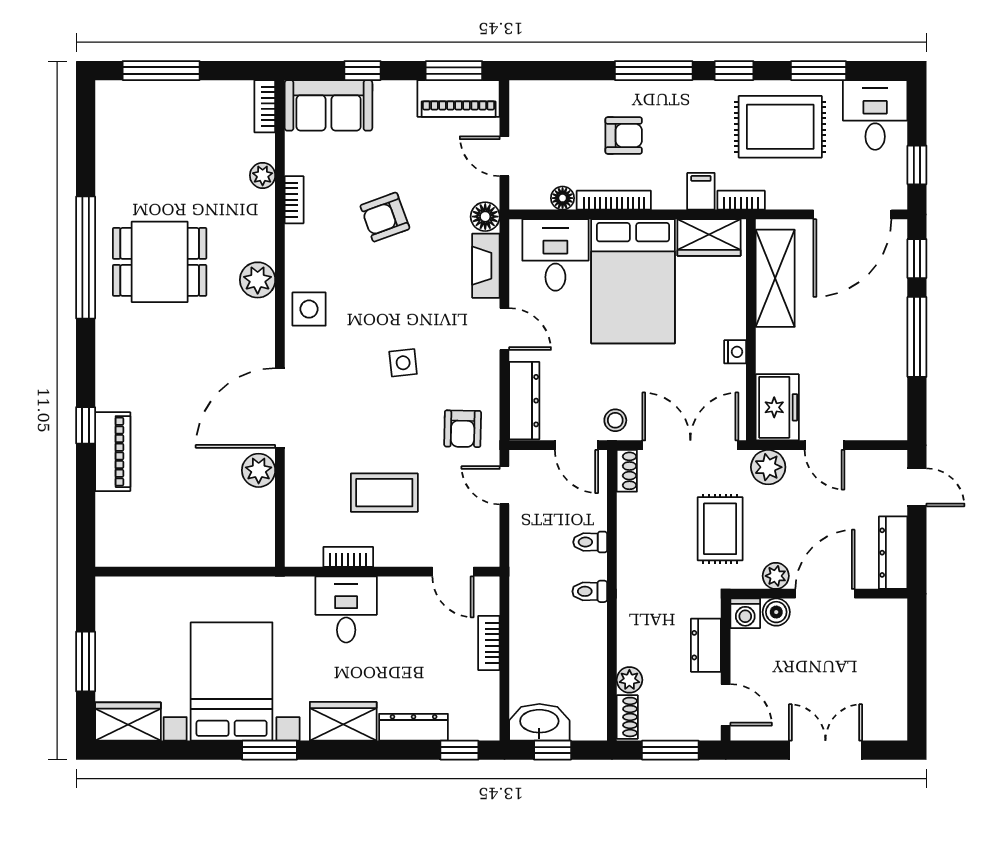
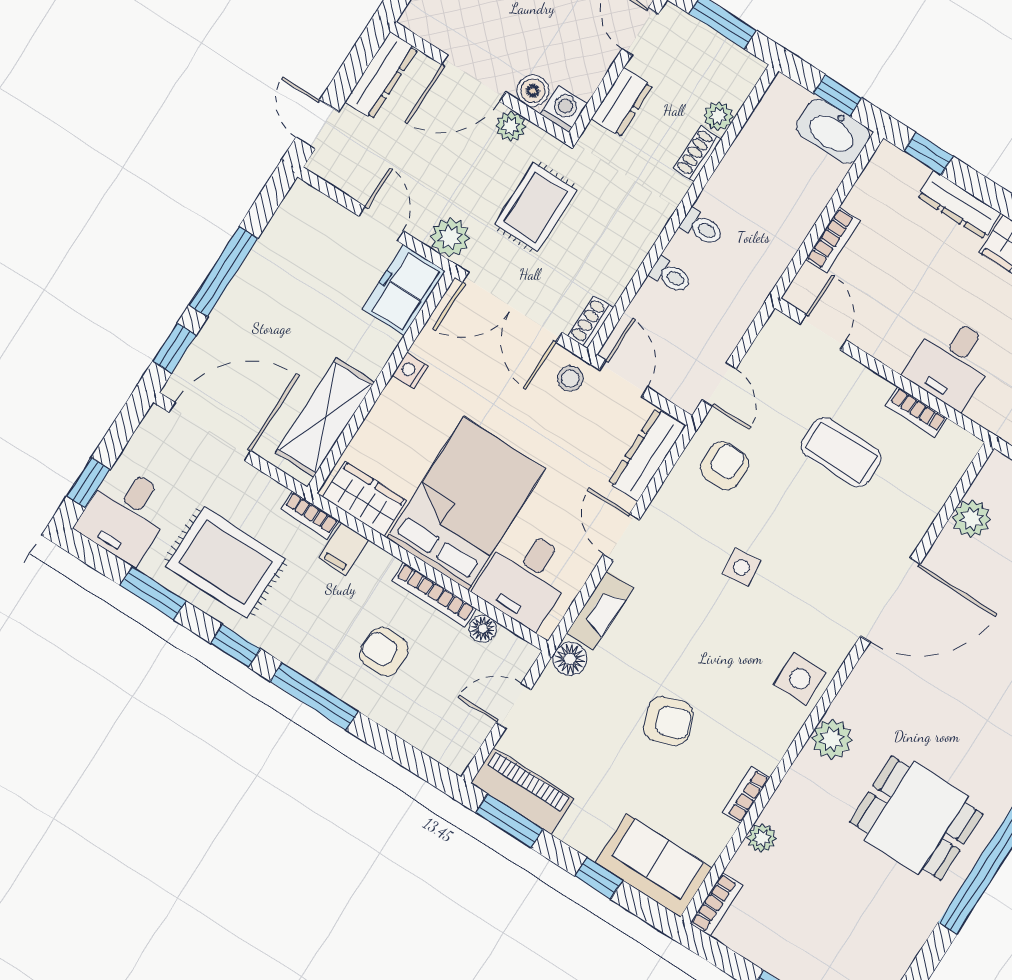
door: (504, 156) -> (513, 706), swing flipped
window: (917, 165) -> (88, 483), moved
plant: (259, 470) -> (972, 519), moved
shoe rack: (627, 717) -> (697, 154), moved

